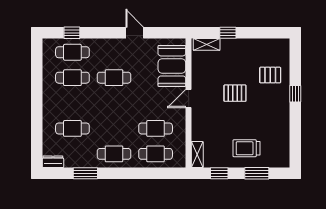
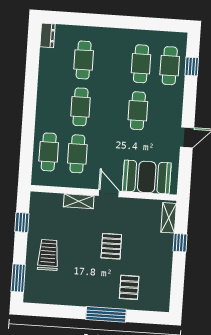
window: (295, 94) -> (106, 314), width x2.17
cafe table: (114, 154) -> (80, 107), moved
shelving: (197, 155) -> (79, 201), moved
window: (85, 173) -> (32, 71), removed
window: (257, 173) -> (18, 278), moved

